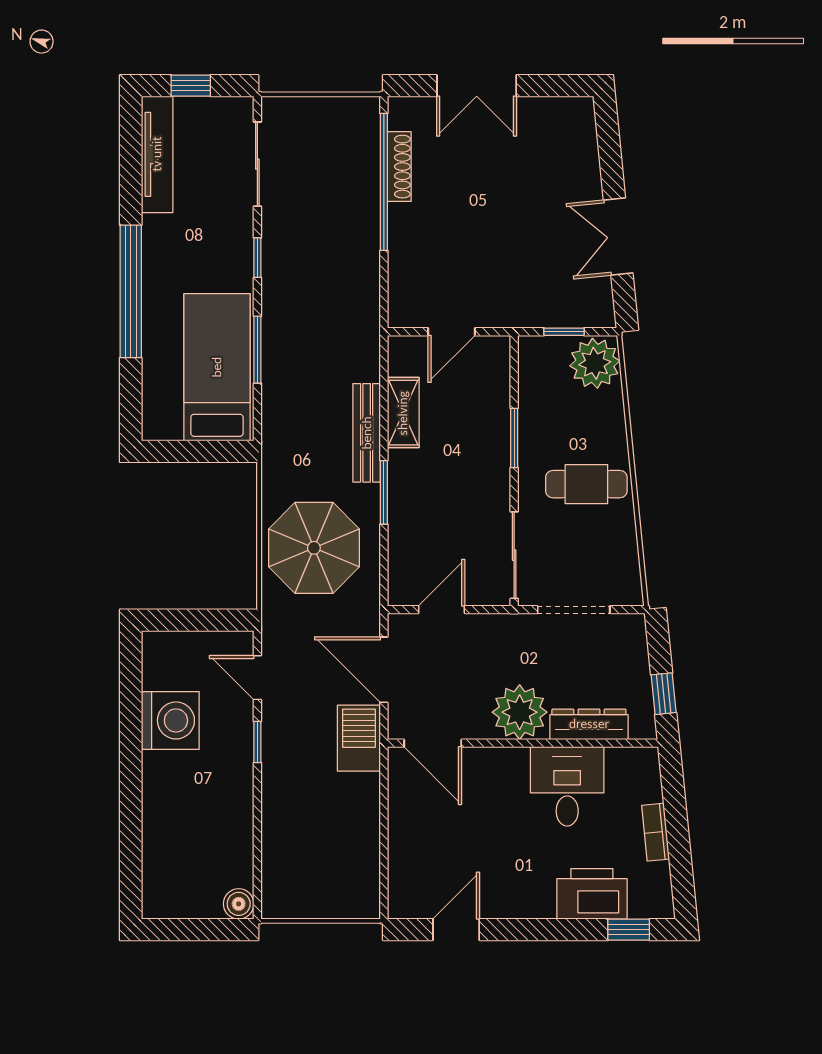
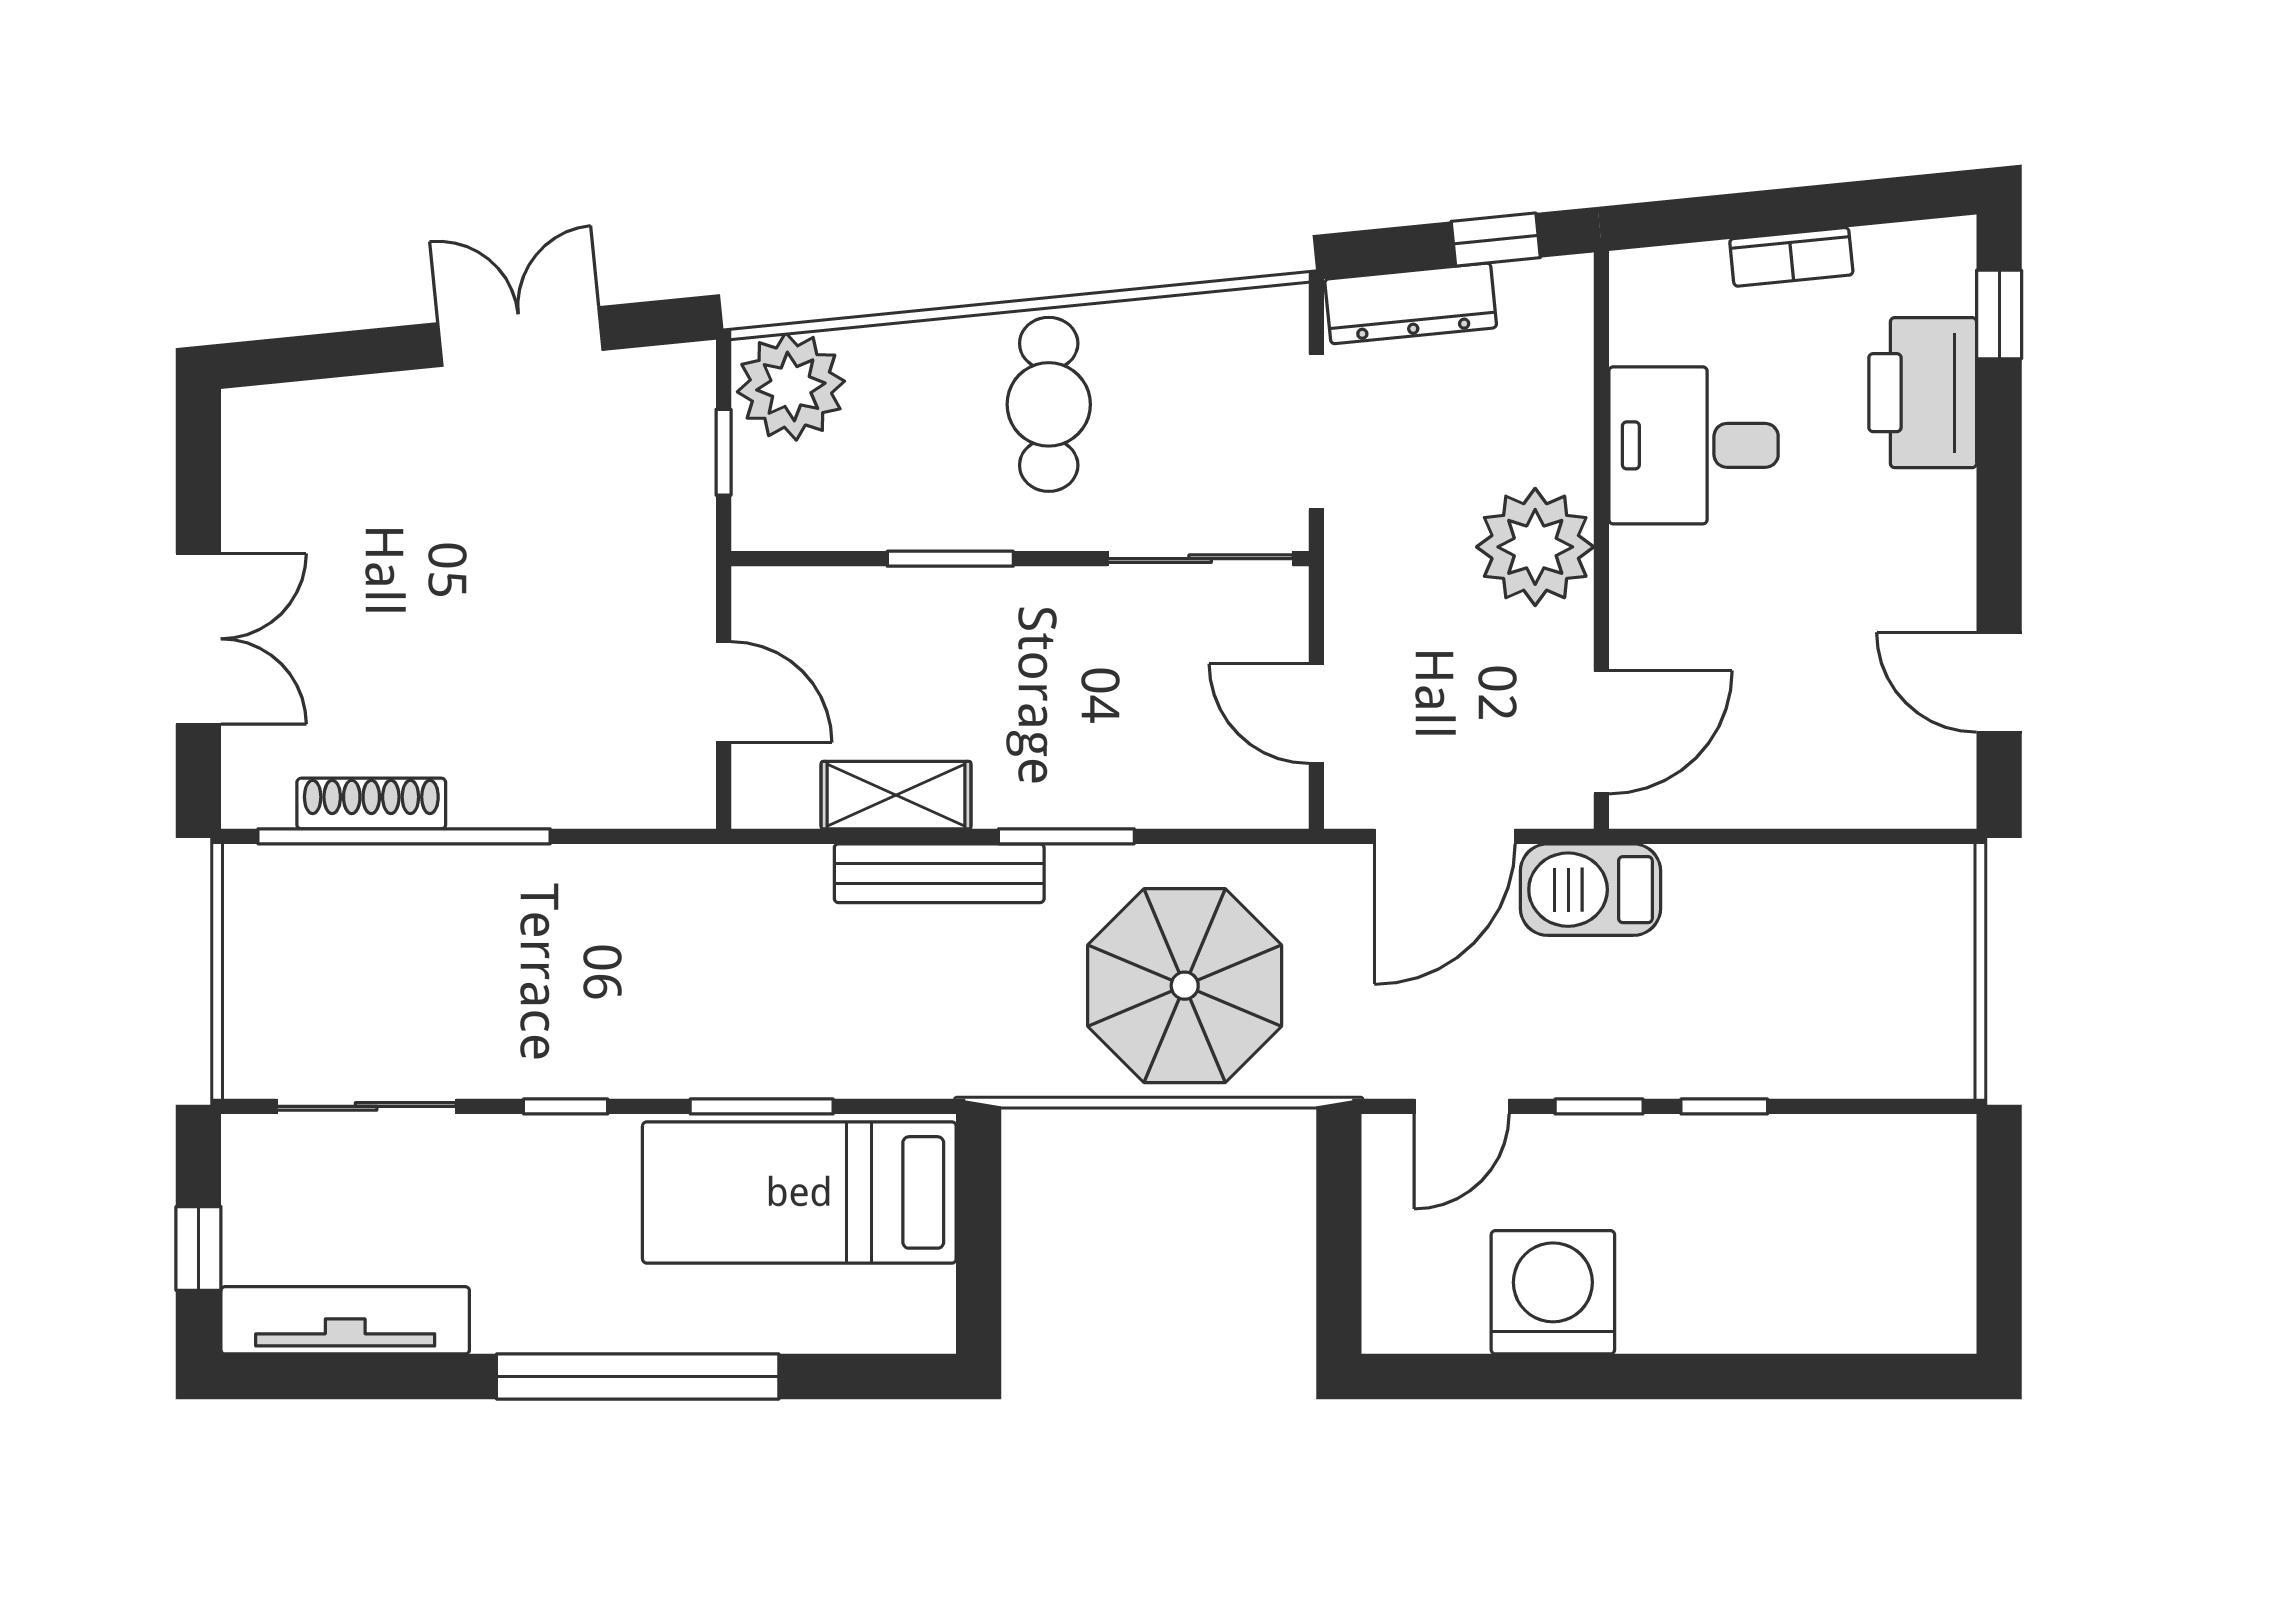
double door: (618, 236) -> (520, 336), swing flipped
dresser: (589, 724) -> (1411, 303), moved, turned -96
window: (257, 801) -> (1724, 1106), added
boiler: (239, 904) -> (1944, 1146), removed

